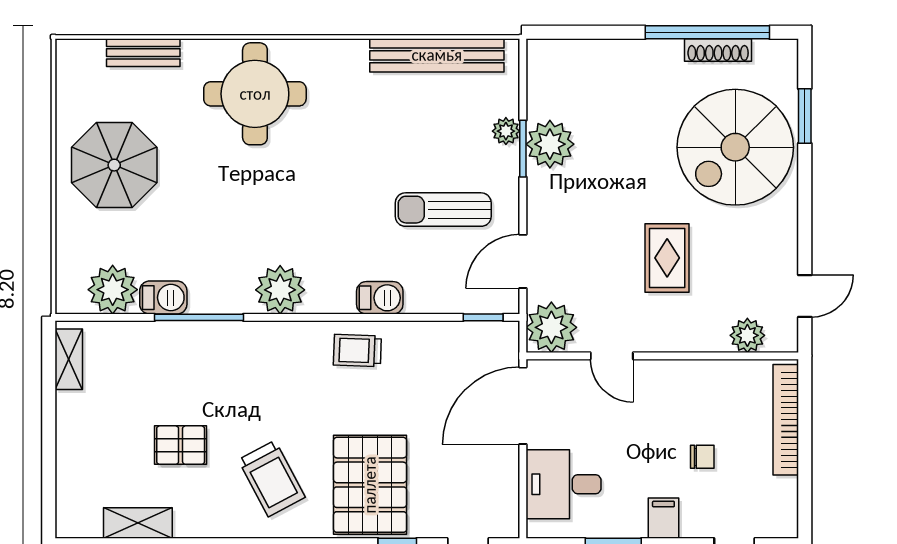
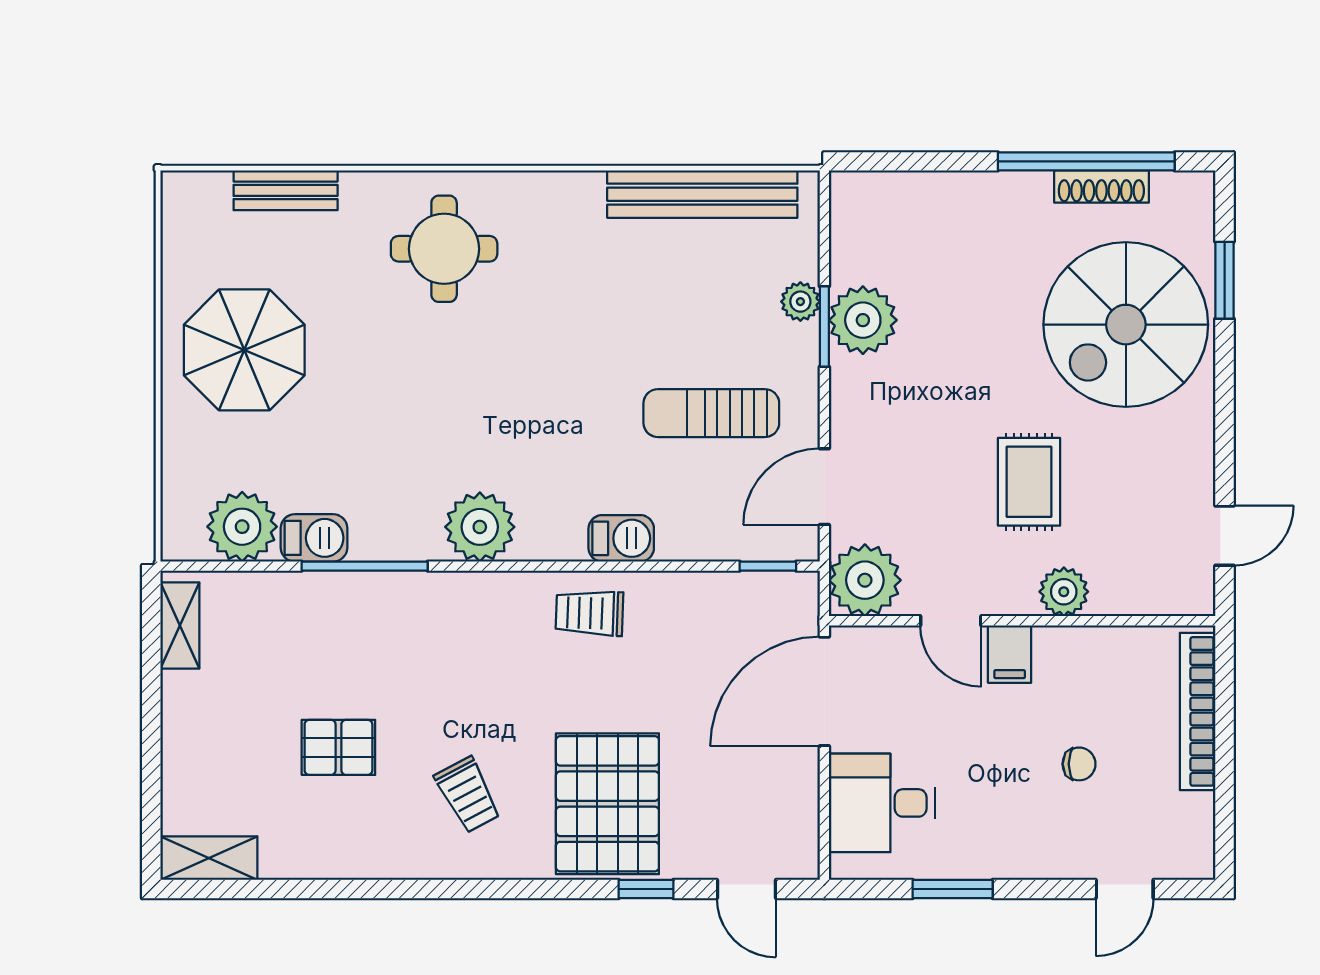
round table: (255, 94) -> (444, 249), width x0.73, depth x0.73
plant: (747, 335) -> (1064, 592), moved
trolley: (272, 478) -> (468, 795), width x0.73, depth x0.72
filing cabinet: (663, 518) -> (1010, 654), moved, turned 180
shelving: (138, 523) -> (209, 858), moved

